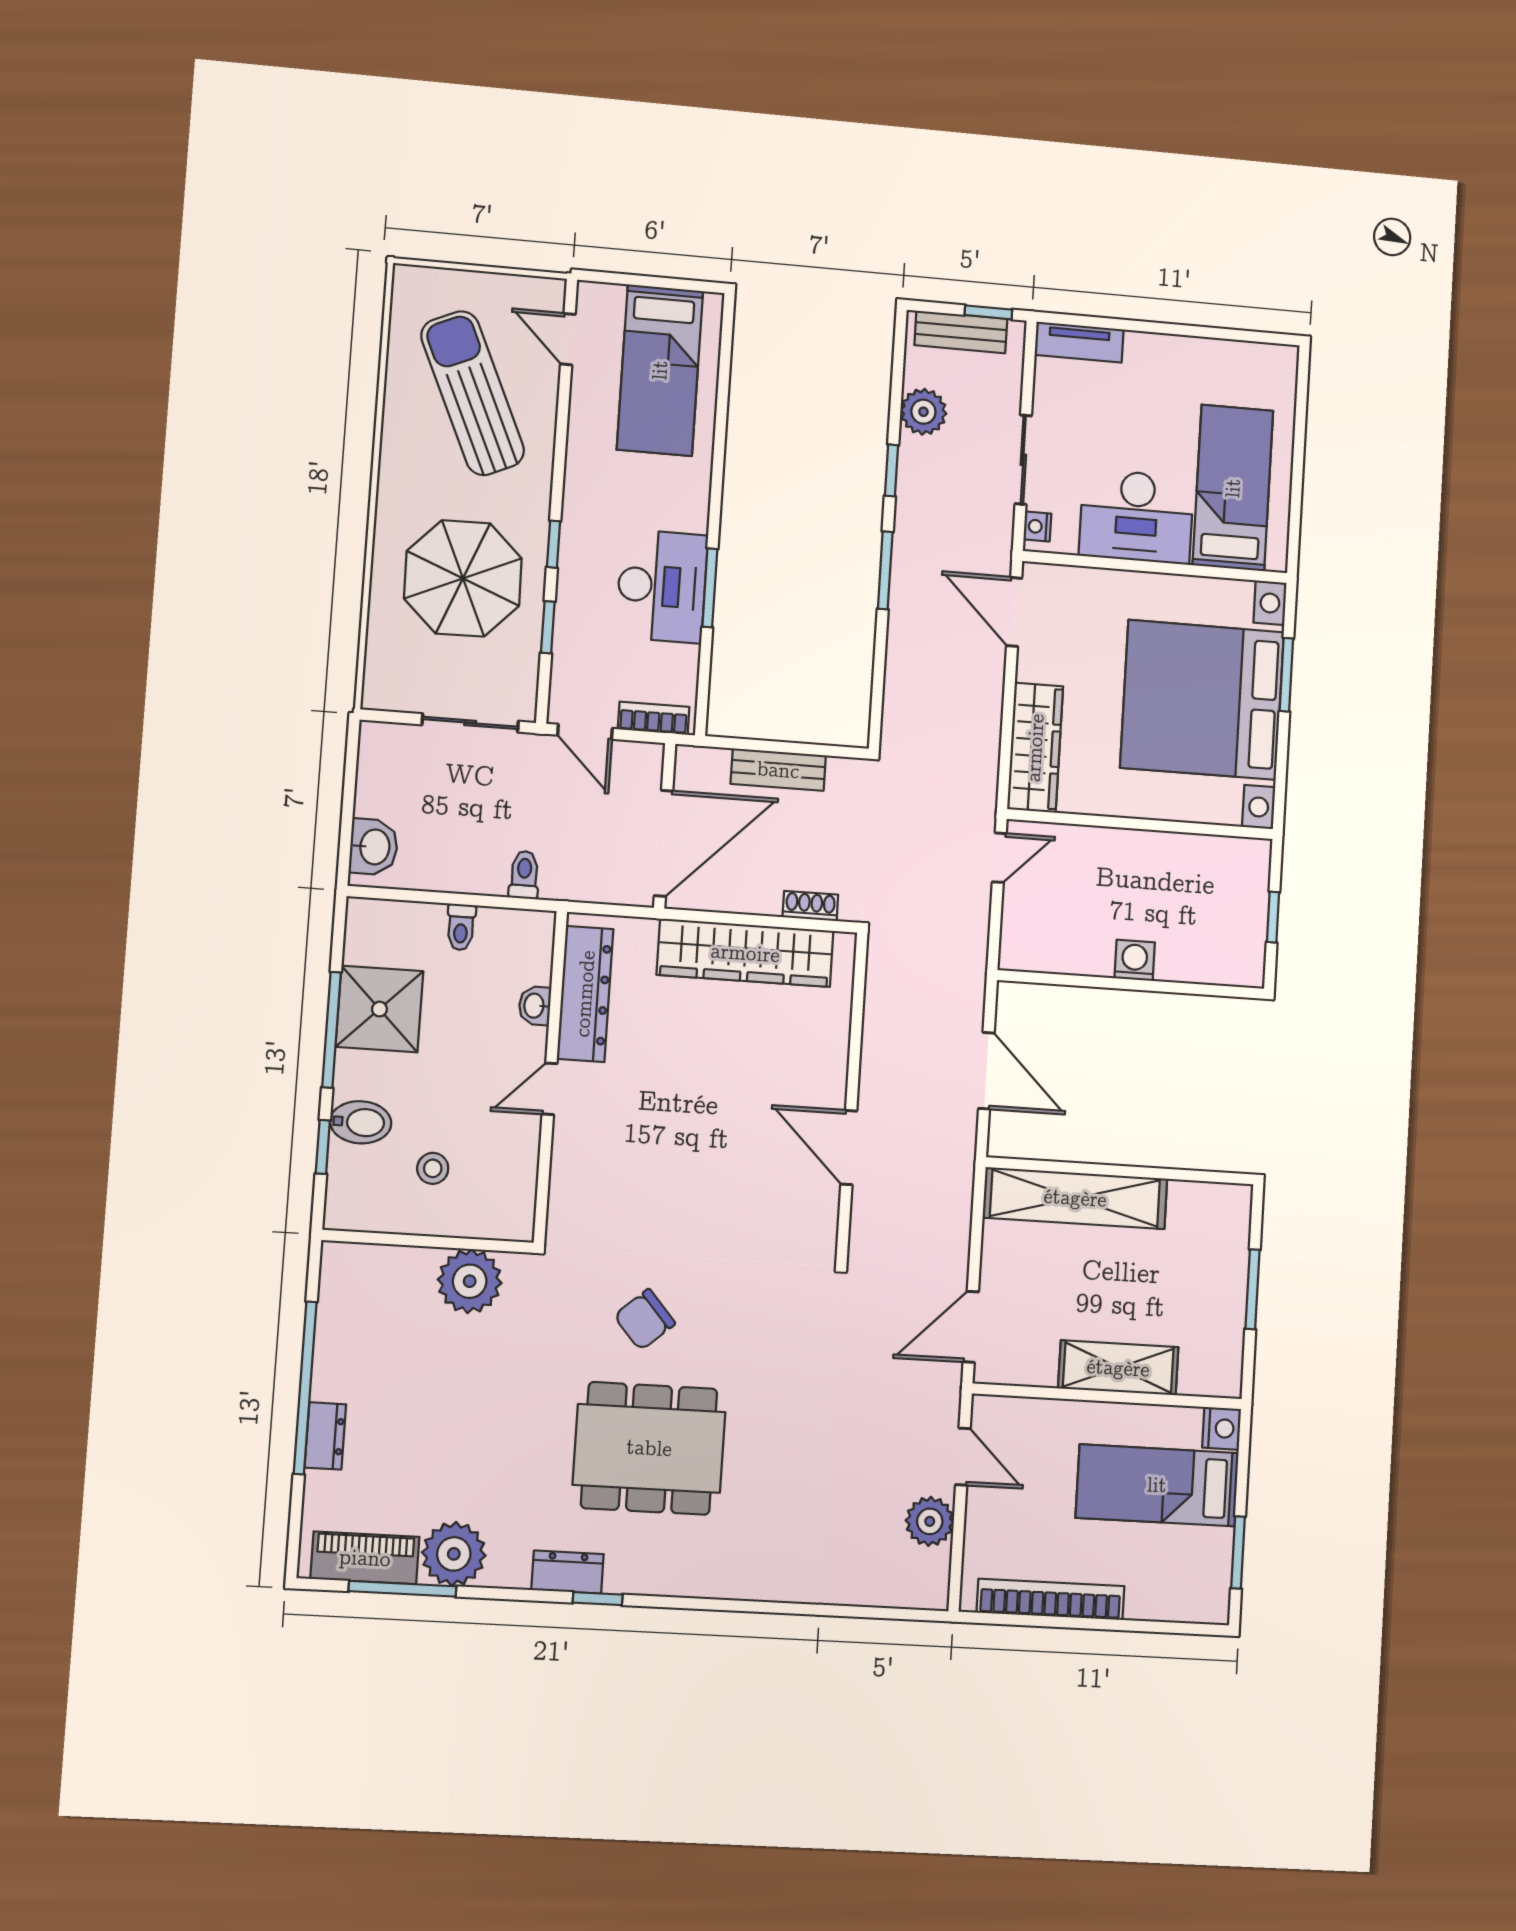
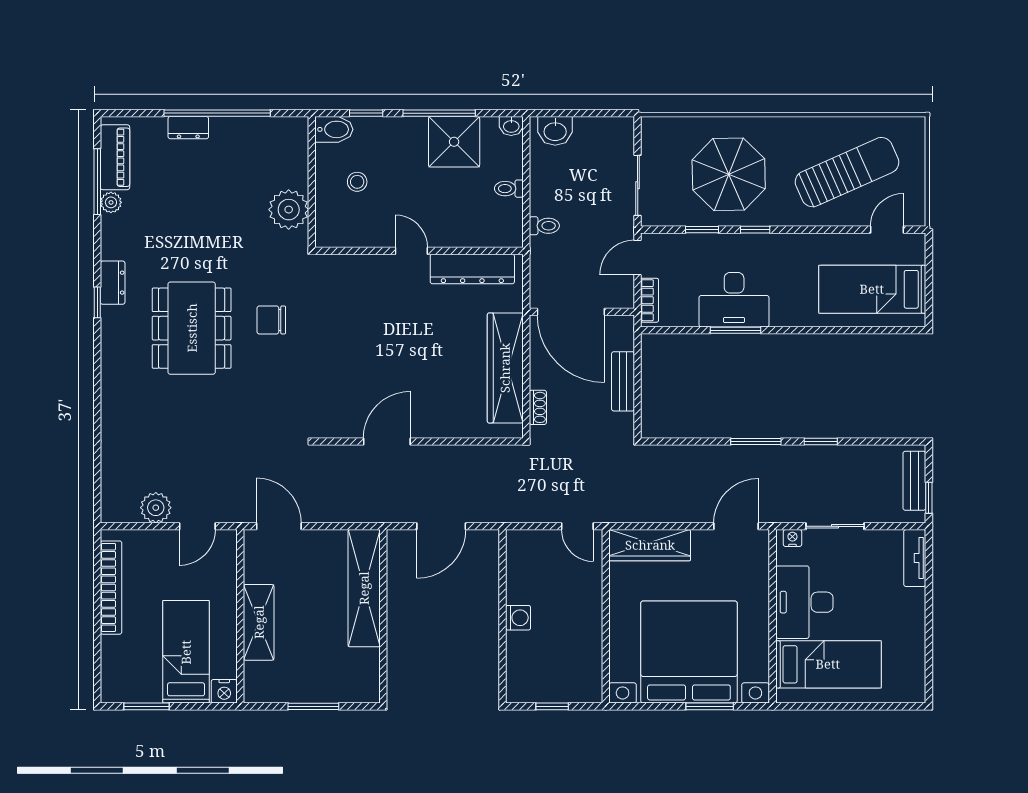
plant: (923, 412) -> (860, 460), removed
washbasin: (535, 1006) -> (511, 126), moved, turned 180
bidet: (361, 1122) -> (334, 129), moved, turned -90
chair: (645, 1320) -> (271, 320), turned -49
plant: (454, 1554) -> (111, 202), width x0.53, depth x0.53

